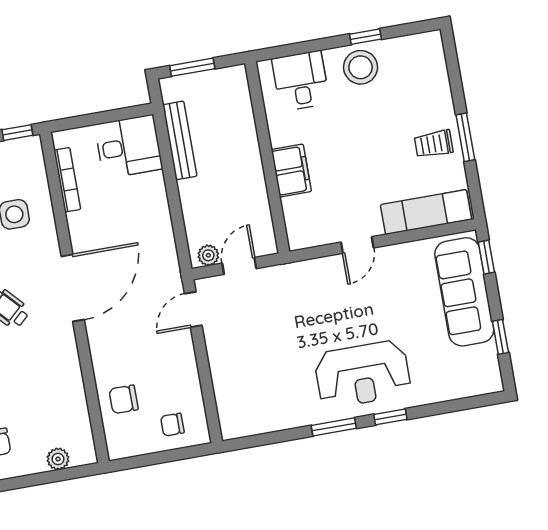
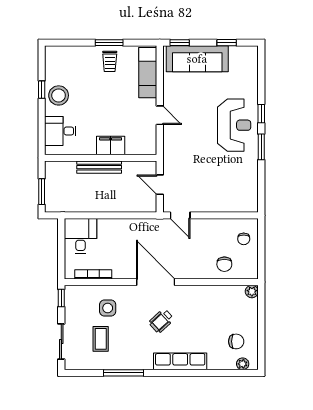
bench: (180, 140) -> (99, 167), moved
plant: (208, 255) -> (151, 201), removed
plant: (58, 459) -> (252, 291), moved

